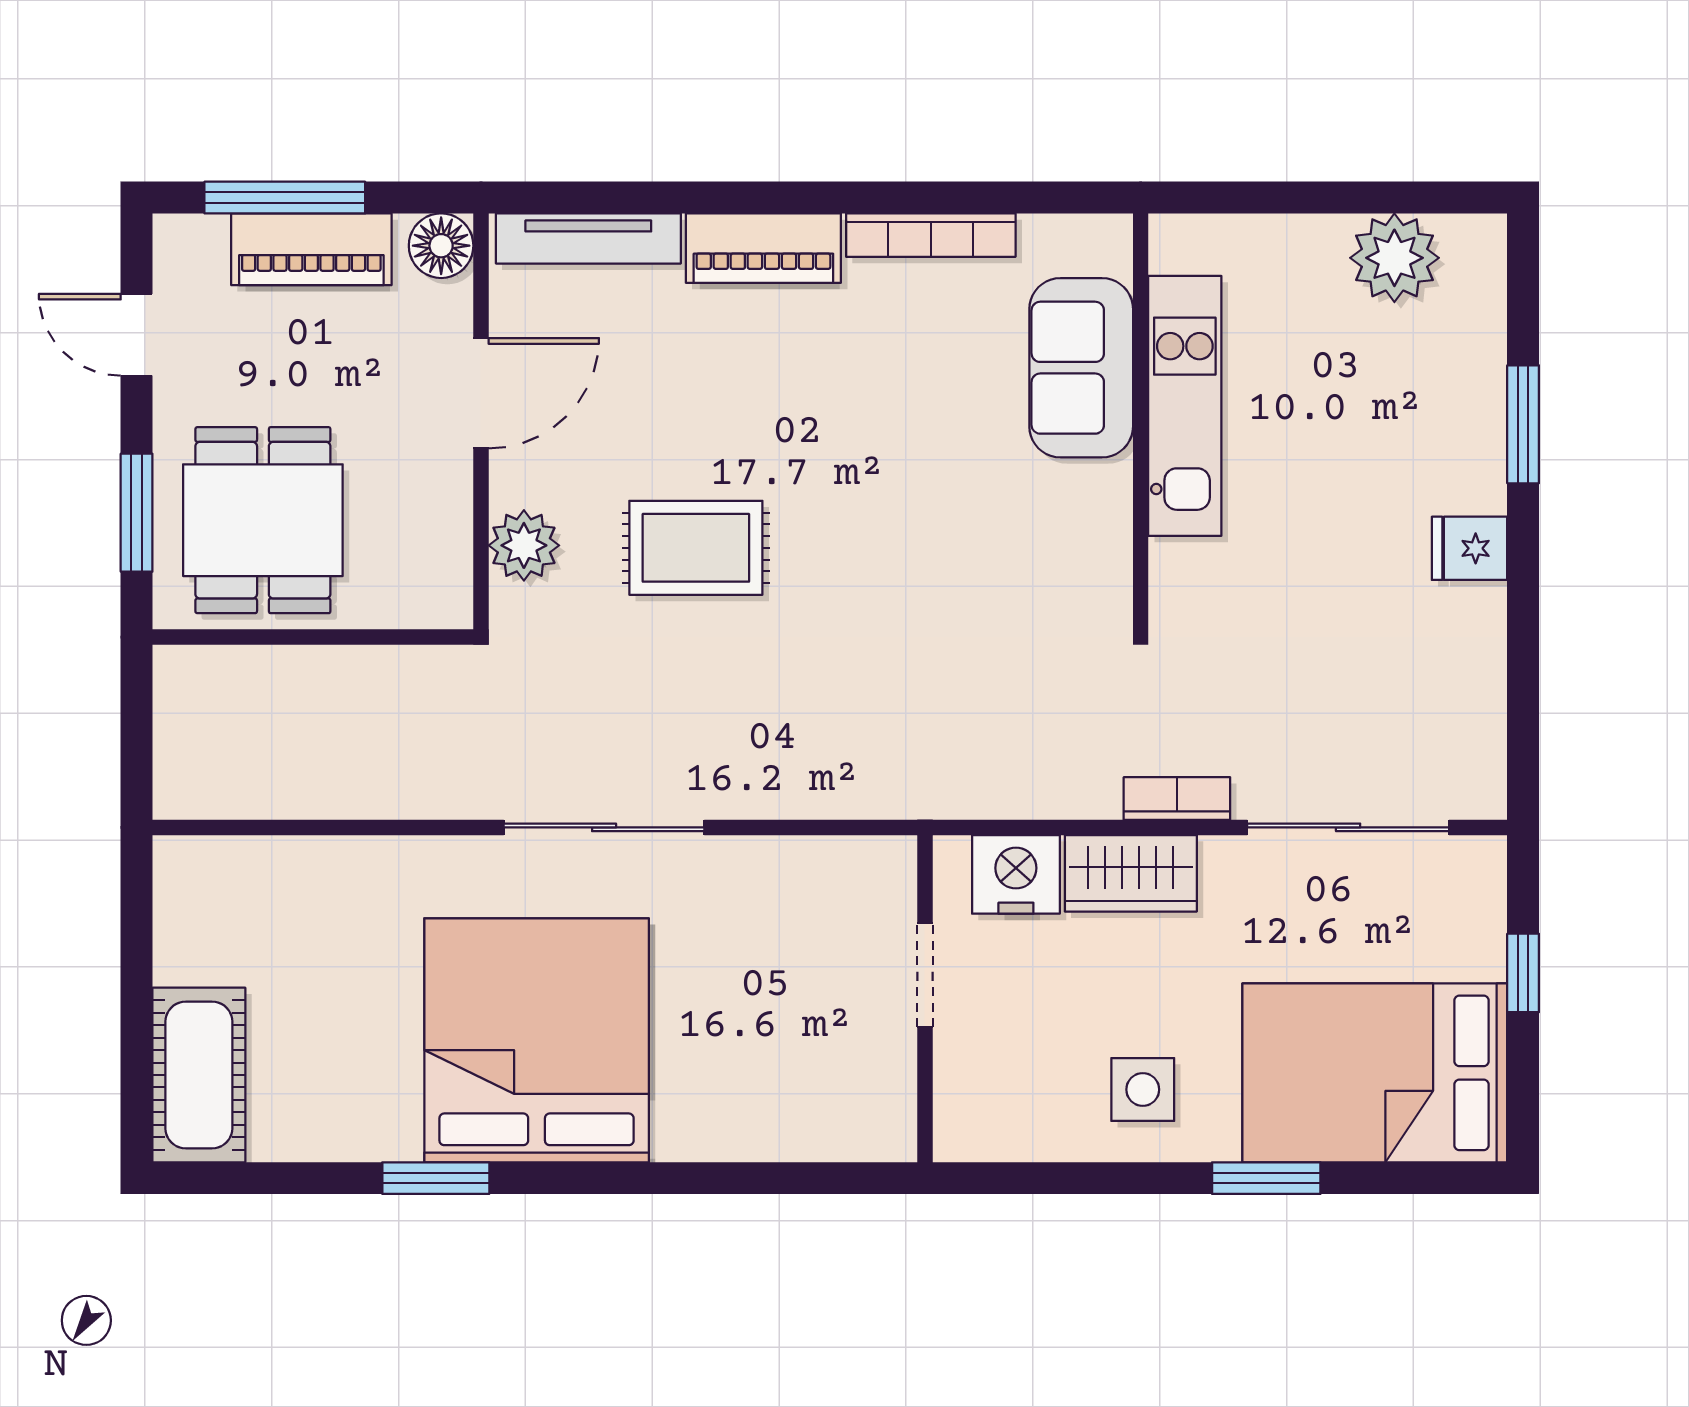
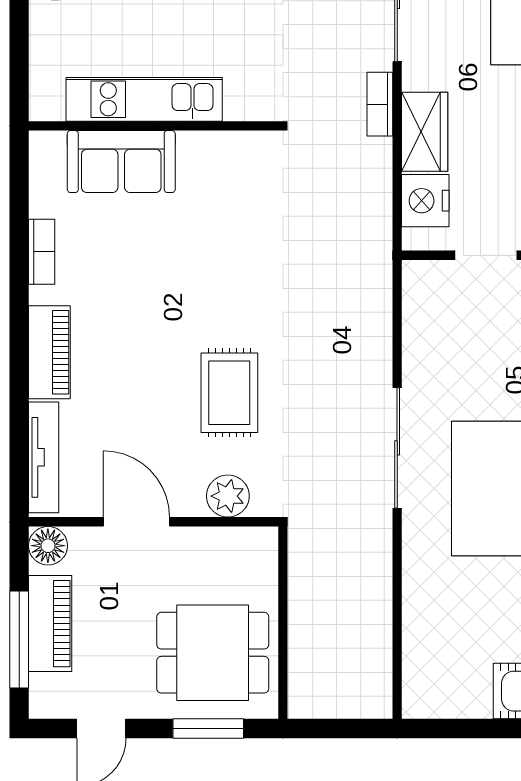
bookcase: (931, 235) -> (42, 252), width x0.64

